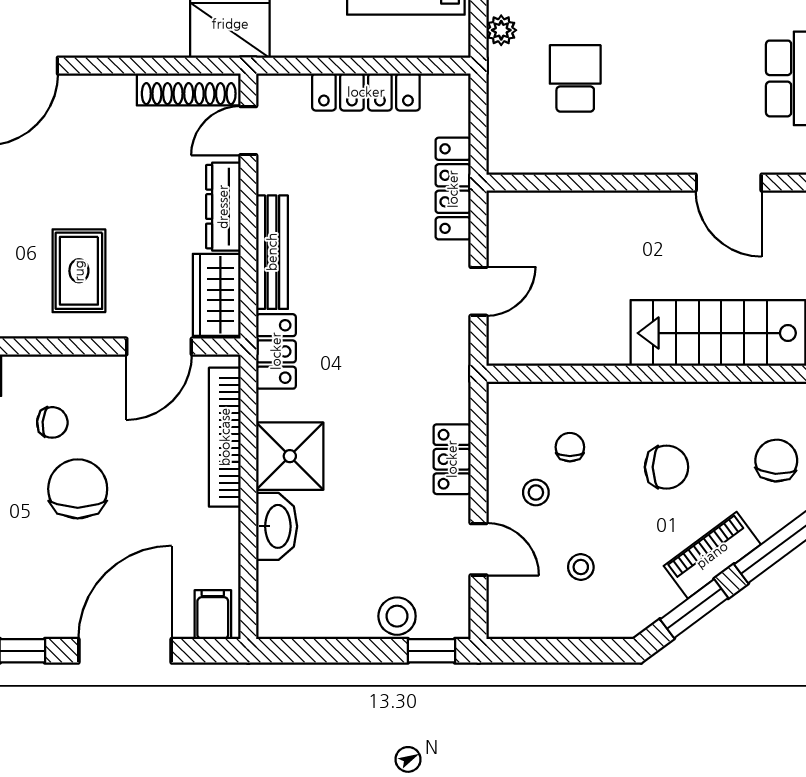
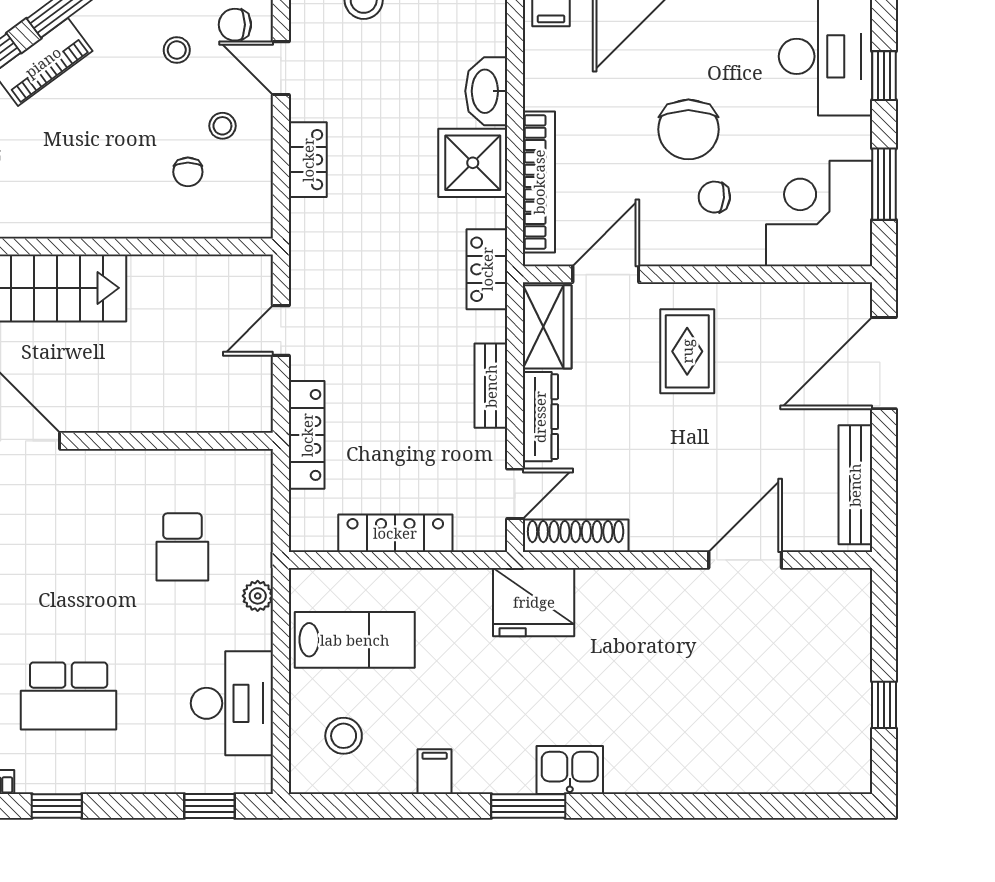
bench: (272, 252) -> (491, 386), width x0.73
chair: (667, 467) -> (235, 25), moved, width x0.73, depth x0.73

